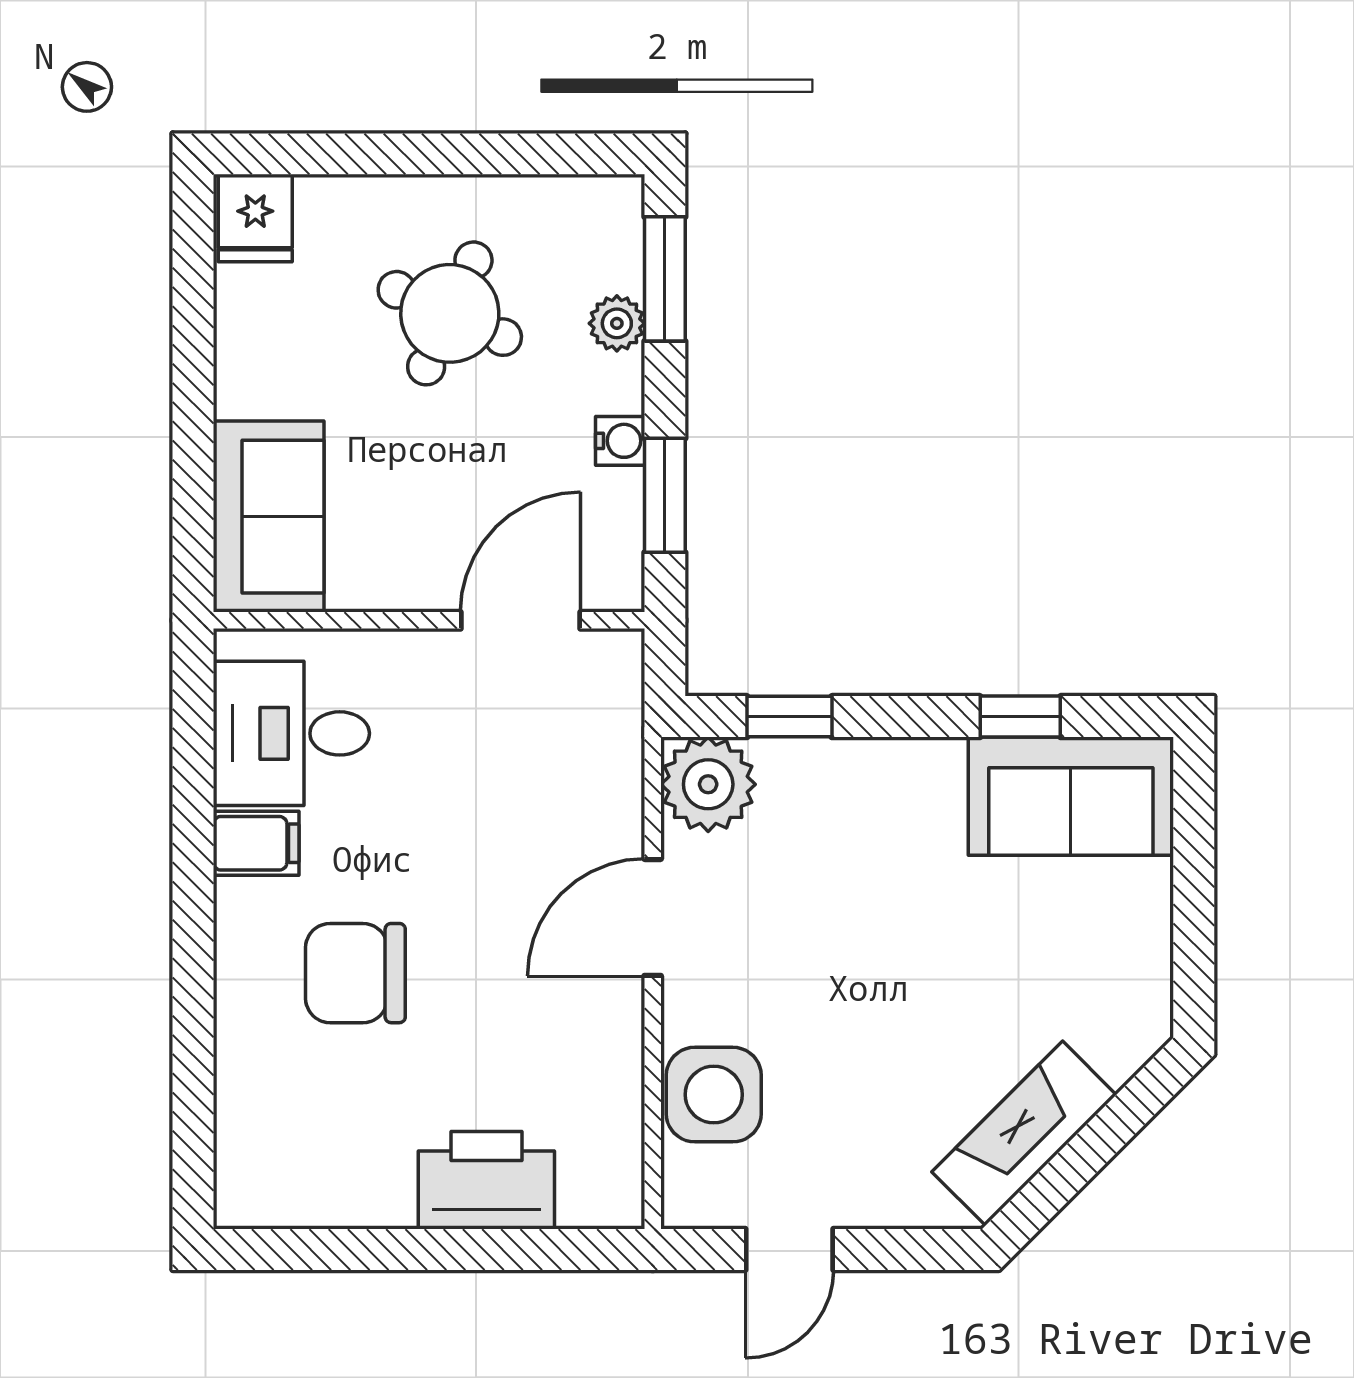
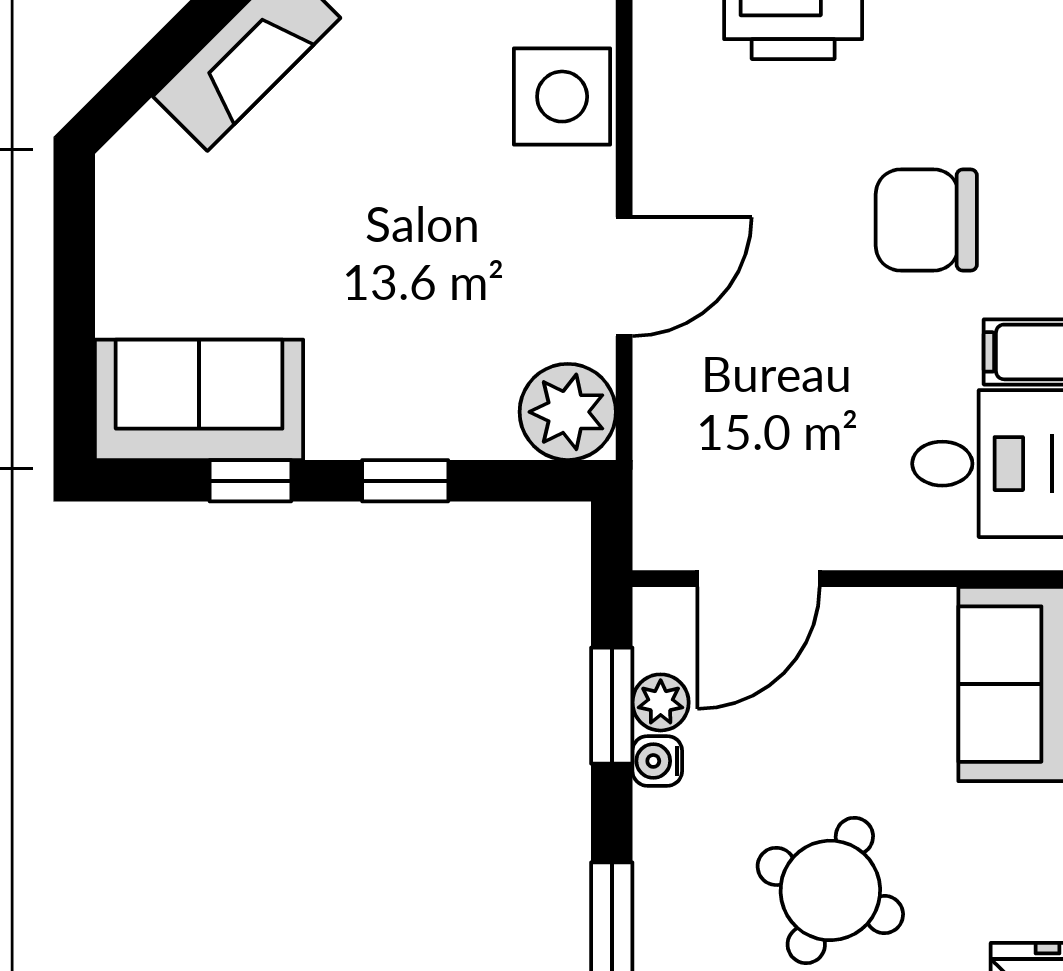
plant: (617, 323) -> (661, 702), moved
window: (789, 717) -> (405, 481), moved
chair: (355, 973) -> (926, 220), turned 180

